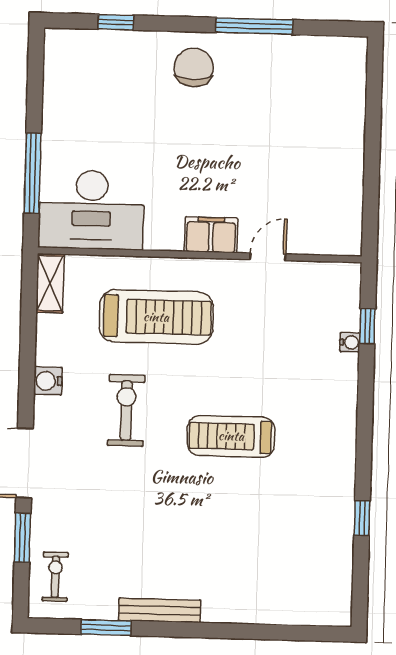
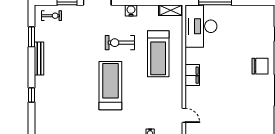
door: (268, 257) -> (184, 115), moved
exercise bike: (126, 410) -> (120, 43), turned 180
treadmill: (231, 436) -> (110, 86), width x1.37, depth x1.38
window: (249, 632) -> (31, 95), added

